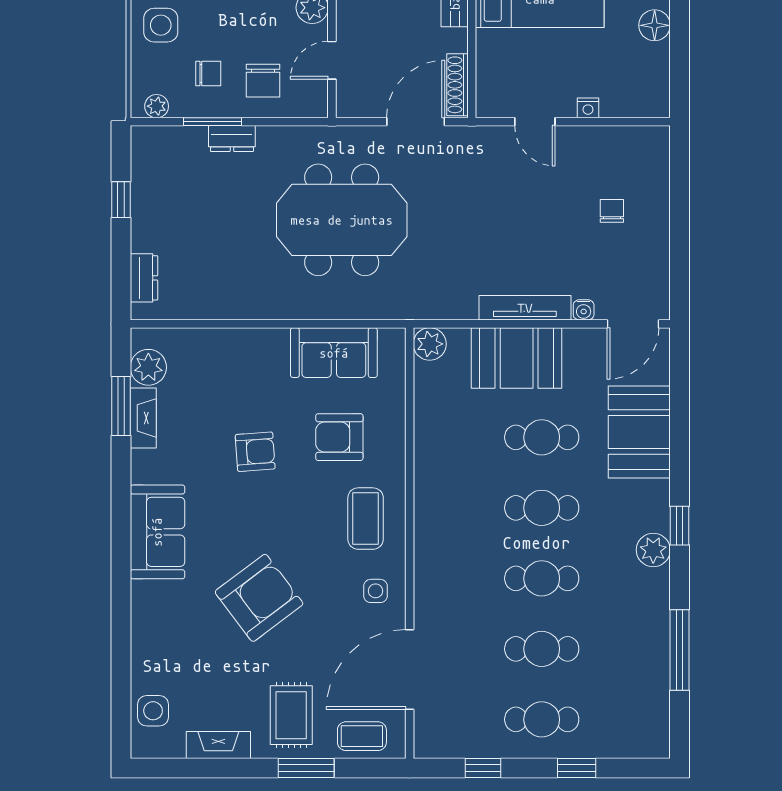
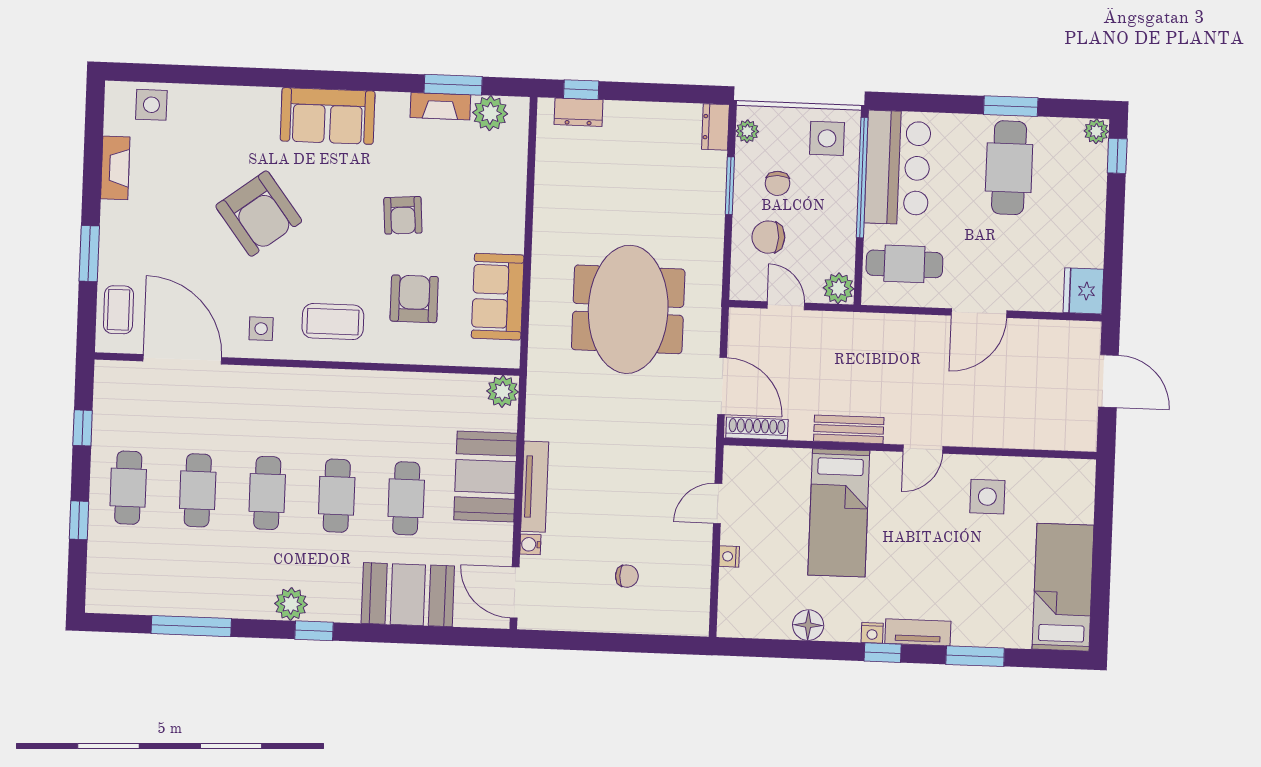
dresser: (232, 139) -> (715, 127), moved
window: (121, 200) -> (581, 90), moved
rug: (291, 715) -> (142, 241), removed

